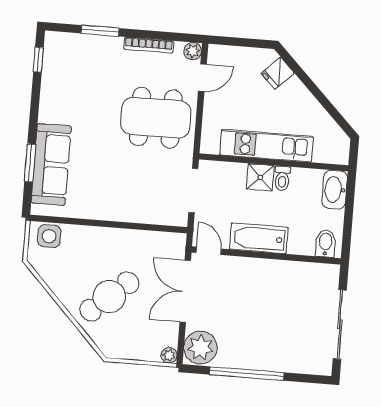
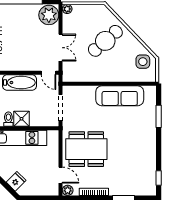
door: (202, 78) -> (61, 175), swing flipped
sofa: (51, 164) -> (120, 96), moved, turned -90
side table: (49, 236) -> (143, 62), moved
double door: (185, 291) -> (61, 48), width x0.73

